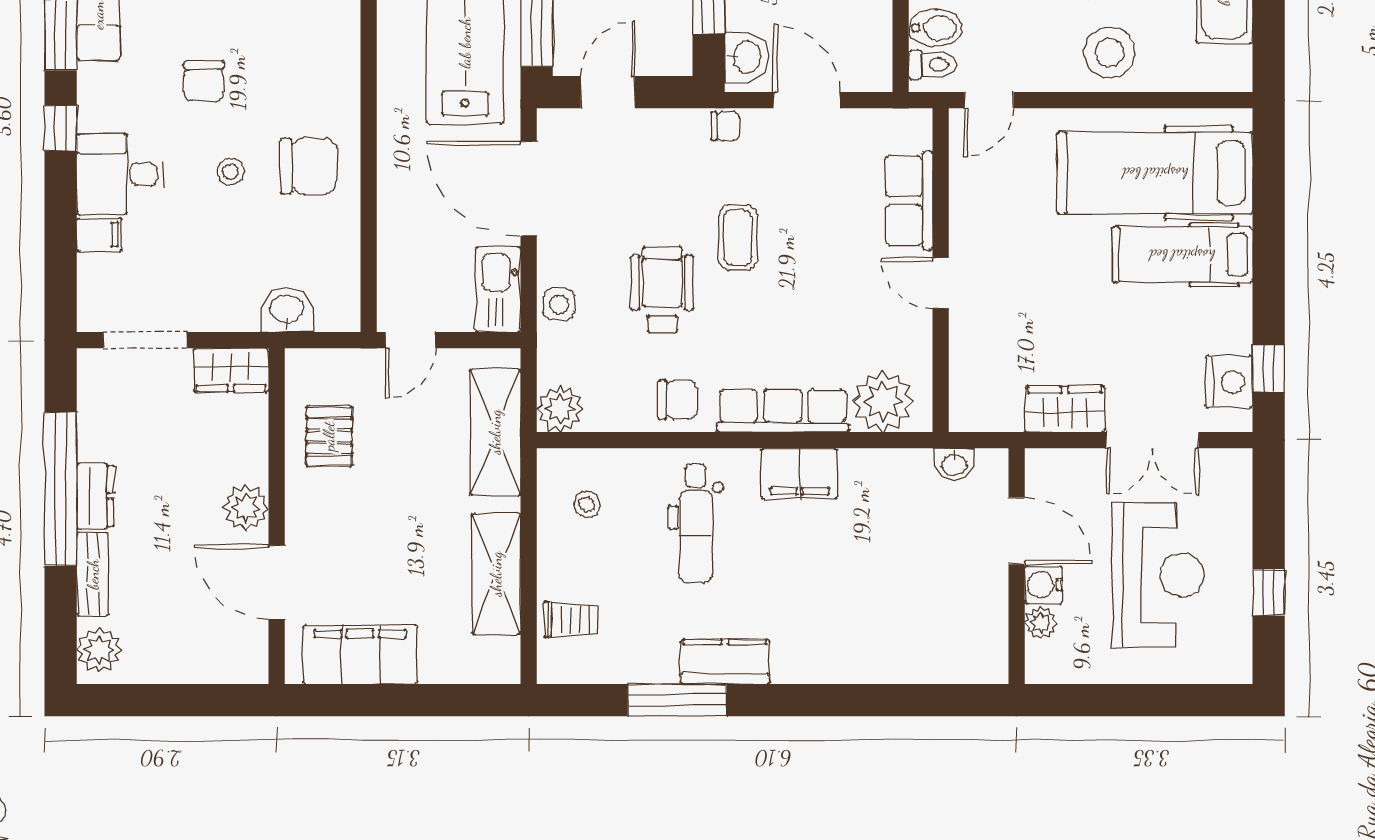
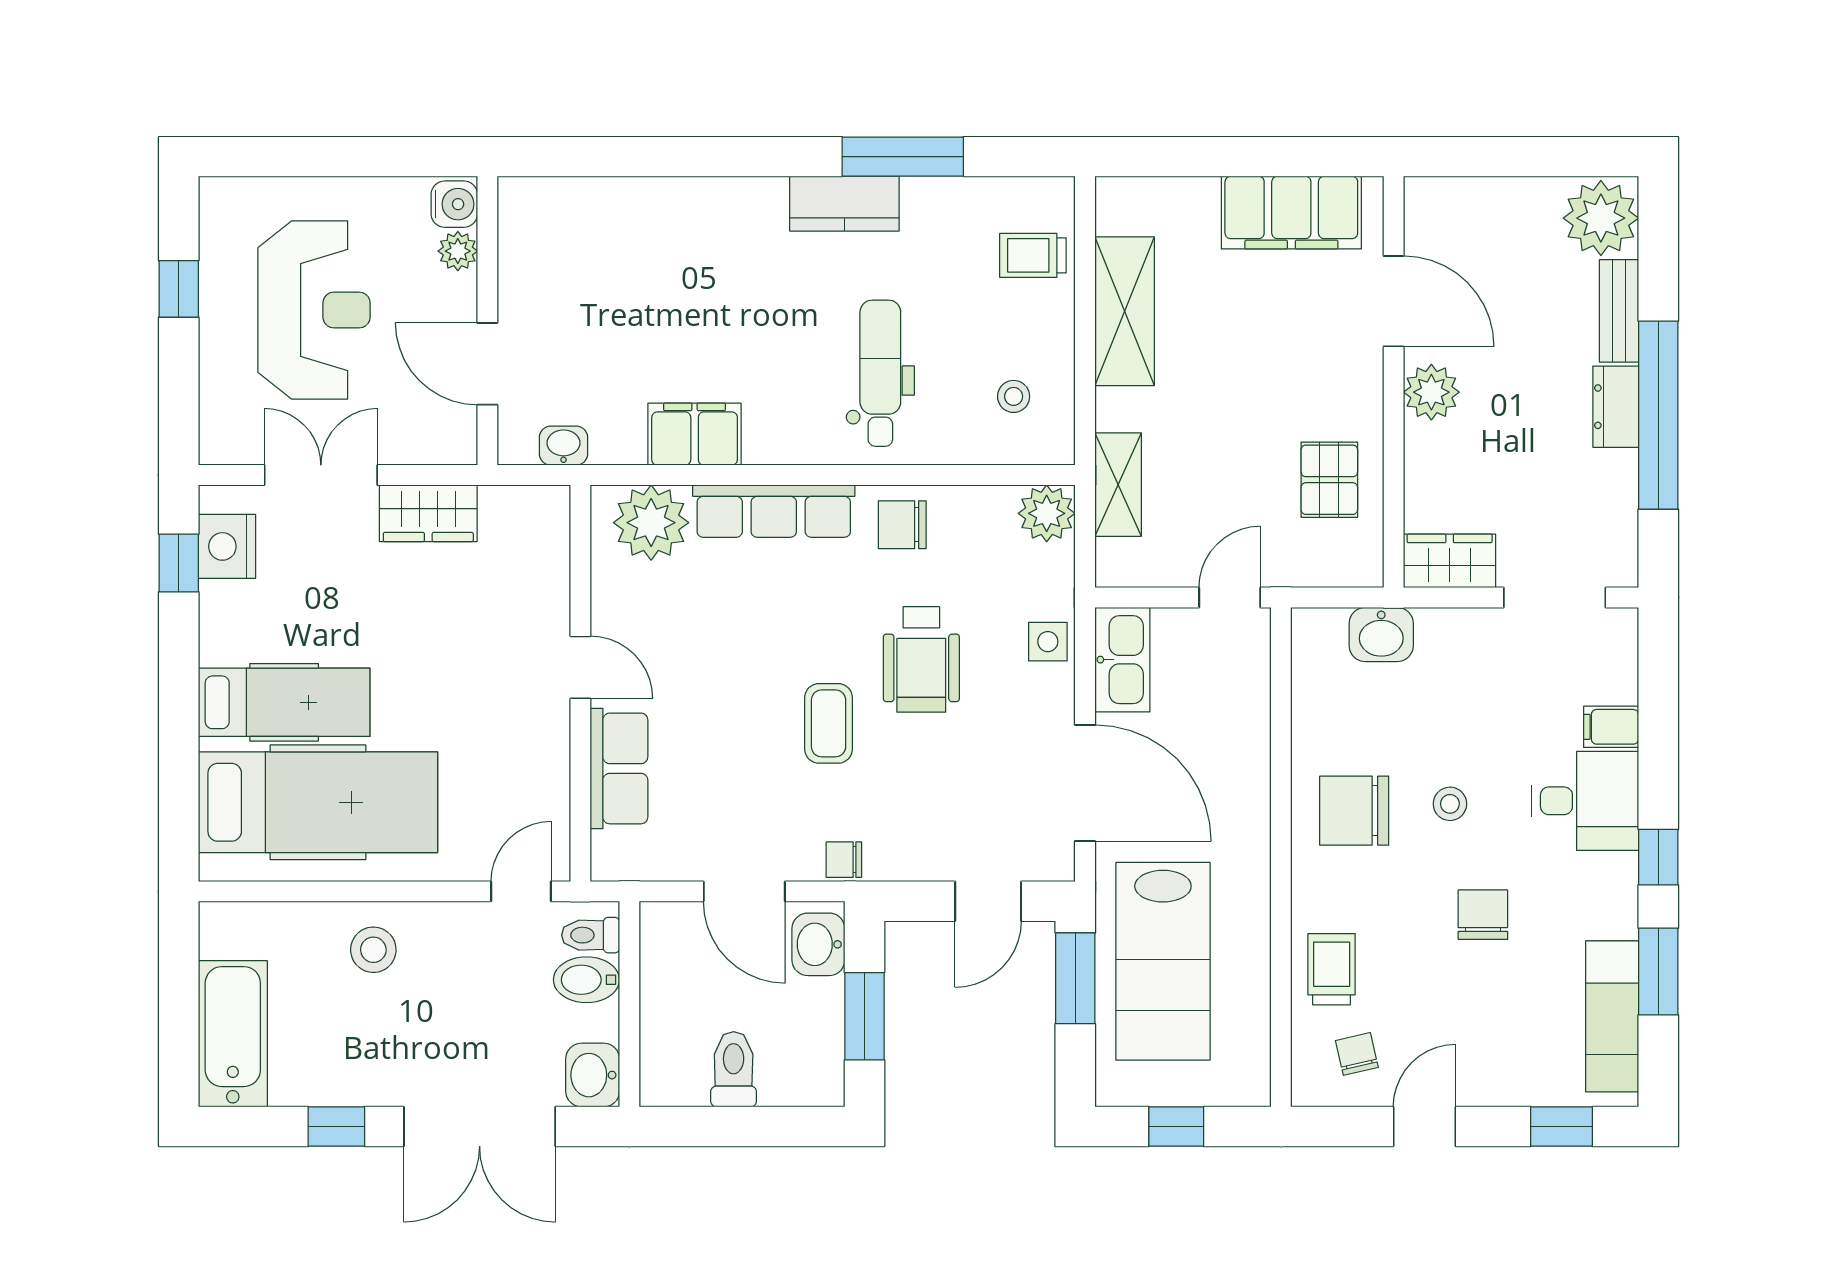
trolley: (327, 37) -> (1332, 969), added
stool: (1110, 53) -> (373, 950), width x0.73, depth x0.73
shelving: (495, 432) -> (1118, 485), width x0.67, depth x0.75
filing cabinet: (800, 474) -> (695, 434), moved
reception desk: (1158, 575) -> (314, 310), turned 180
water cooler: (1044, 585) -> (454, 204), moved
plant: (99, 650) -> (1601, 218), width x1.36, depth x1.36

